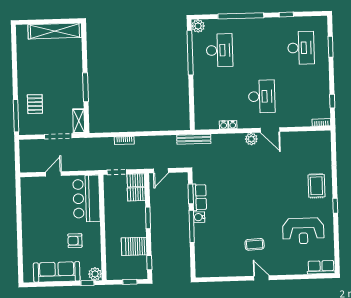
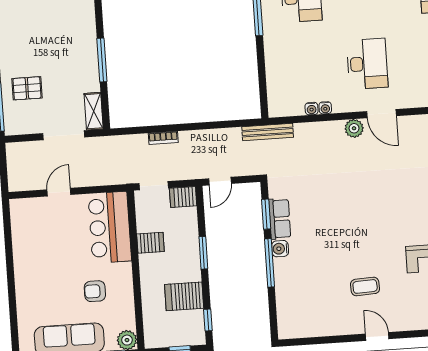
pallet: (35, 104) -> (27, 88), turned 90
server rack: (136, 194) -> (150, 243), moved, turned 180

